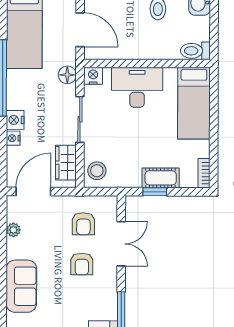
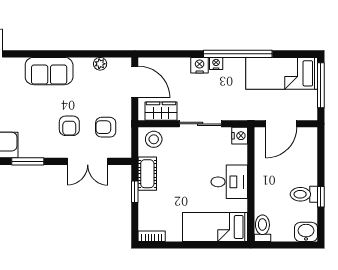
floor lamp: (67, 75) -> (240, 112), removed
desk: (137, 87) -> (229, 182), width x0.73
nightstand: (13, 138) -> (216, 63), moved
cot: (161, 178) -> (147, 174), moved
armchair: (82, 264) -> (69, 126), turned -90

